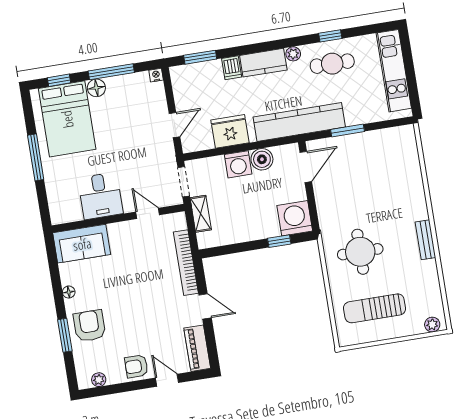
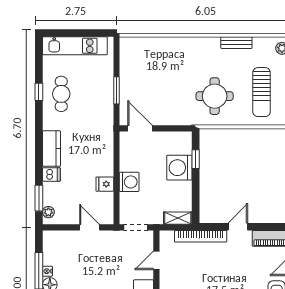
plant: (293, 54) -> (48, 212), moved
nightstand: (156, 75) -> (47, 271), moved
kitchen counter: (299, 122) -> (103, 128), removed
fridge: (230, 131) -> (105, 184), width x0.53, depth x0.75
boiler: (262, 159) -> (128, 162), removed
shelving: (201, 214) -> (178, 218), moved
washing machine: (295, 218) -> (179, 168), moved
bench: (425, 240) -> (236, 43), moved

